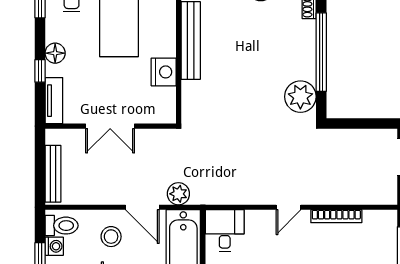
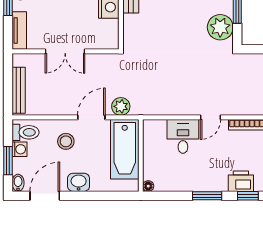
door: (142, 207) -> (91, 117), swing flipped
desk: (225, 231) -> (183, 136), moved

